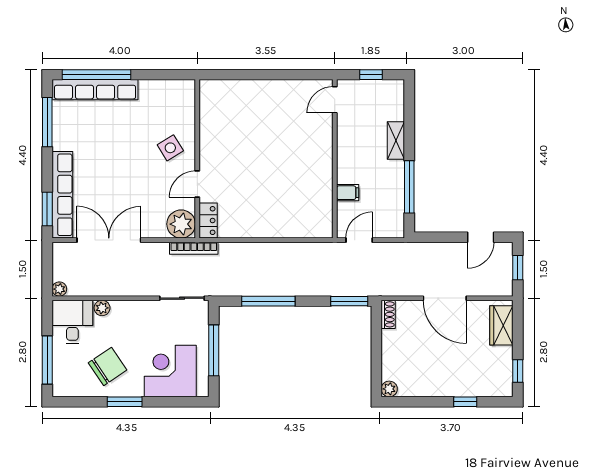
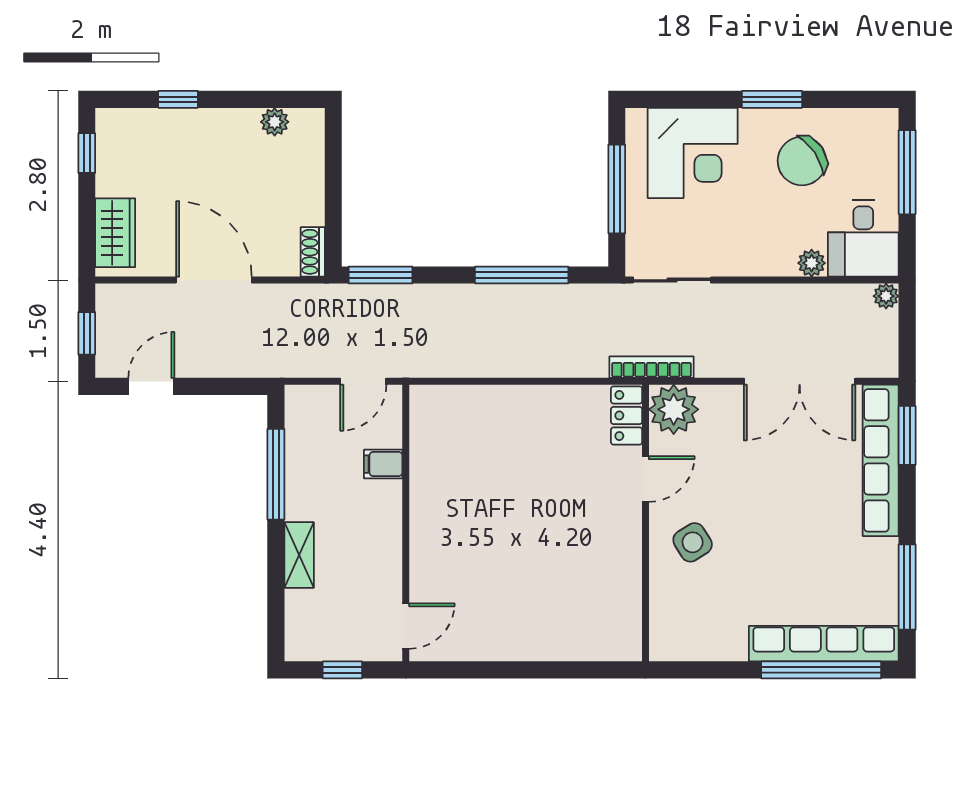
plant: (389, 389) -> (275, 122), moved

